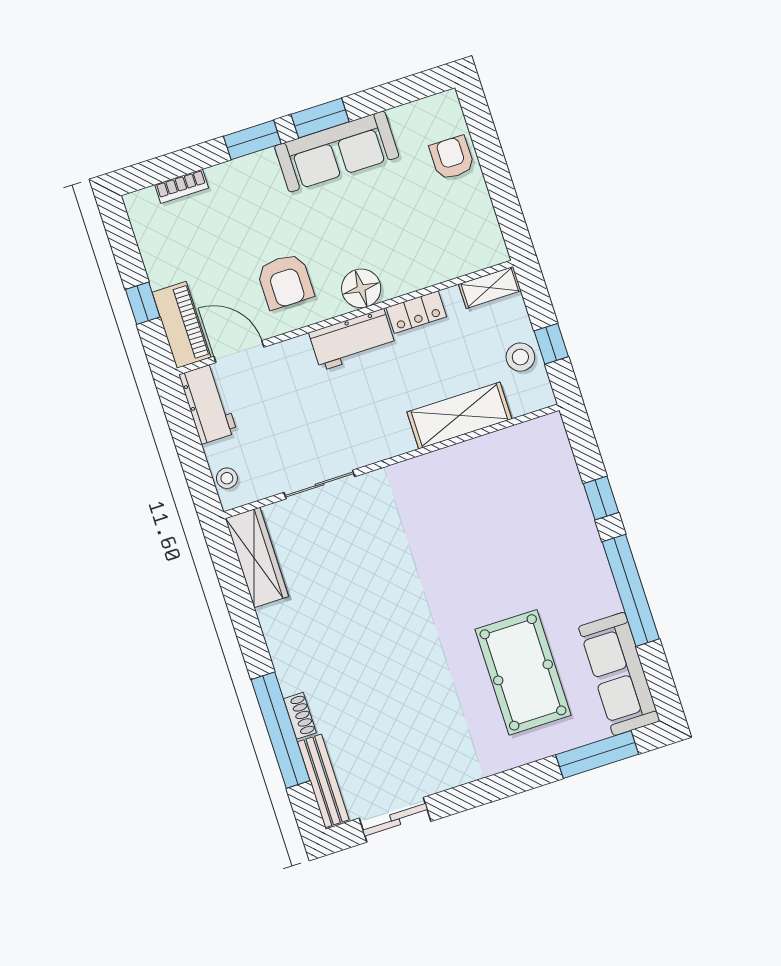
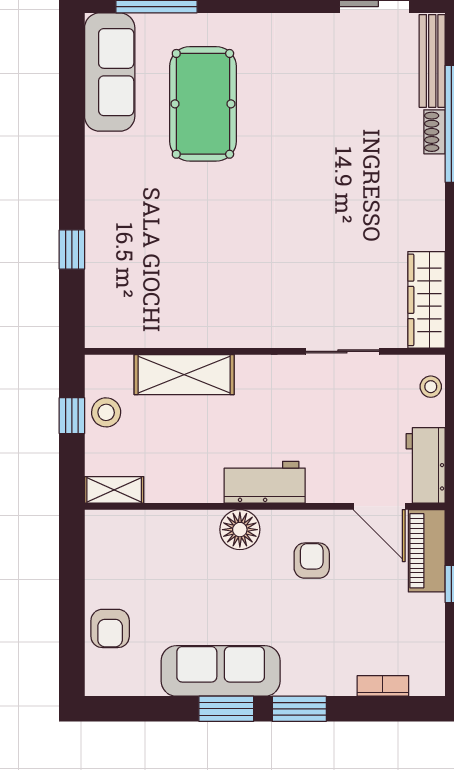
armchair: (285, 281) -> (312, 561), width x0.72, depth x0.72
locker: (416, 312) -> (194, 489), removed
window: (631, 590) -> (72, 150), removed

